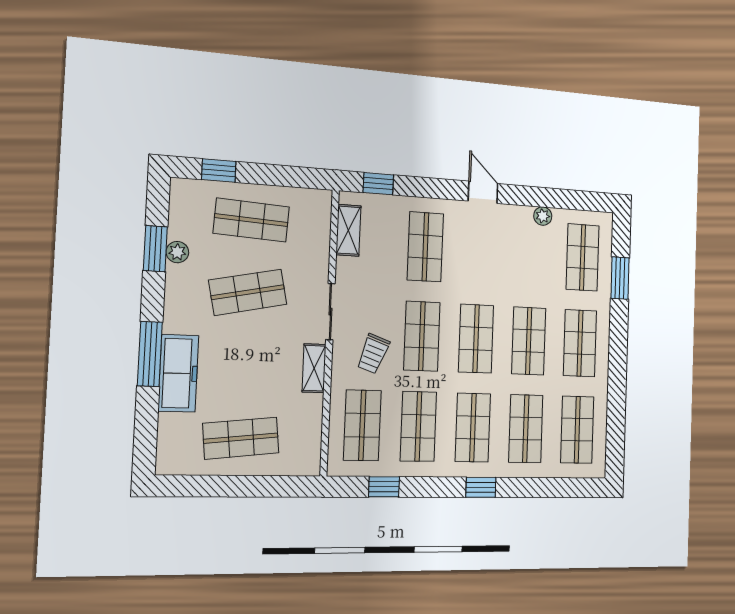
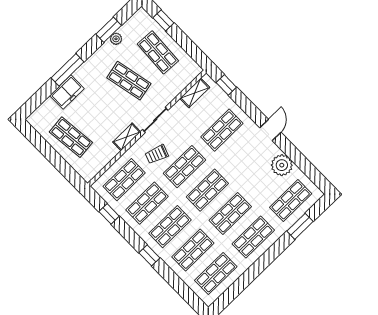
plant: (543, 216) -> (282, 165), width x1.88, depth x1.88
freezer: (178, 373) -> (67, 92), width x0.71

